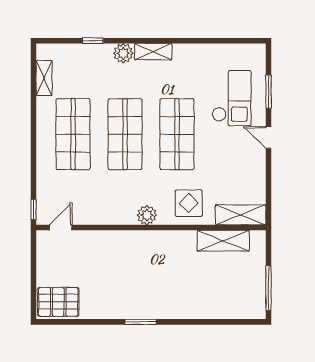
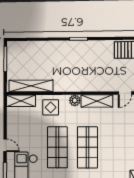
shop shelf: (73, 134) -> (118, 147), removed
shelving: (109, 214) -> (97, 101), added
shelving: (223, 241) -> (31, 86), width x1.47

